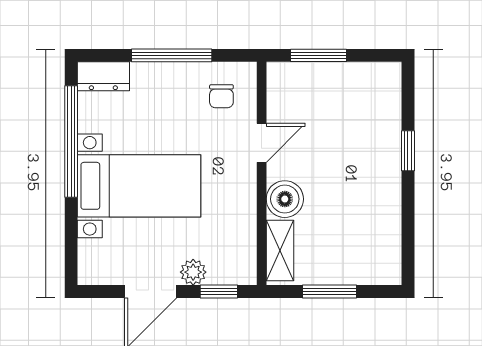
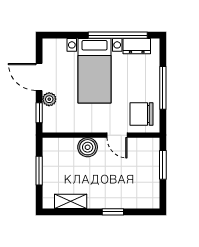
dresser: (103, 76) -> (137, 46), moved, turned -90
chair: (221, 96) -> (141, 114), width x1.87, depth x1.87
shelving: (280, 250) -> (71, 201), moved

